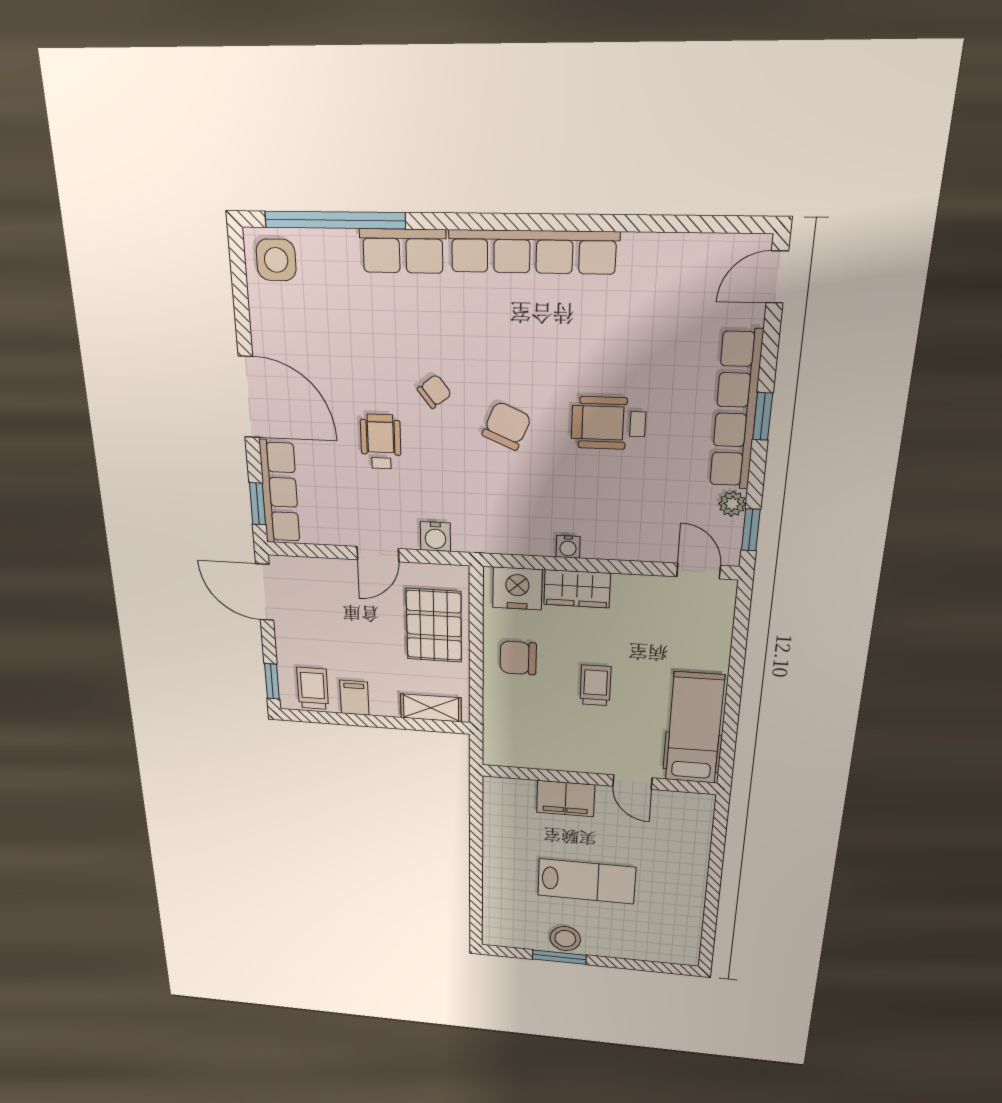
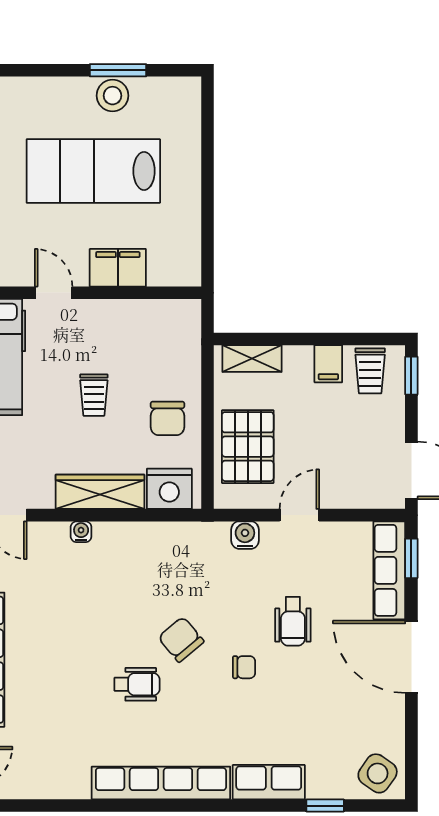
window: (335, 220) -> (325, 806), width x0.32
side table: (276, 260) -> (378, 773), turned 35
chair: (434, 391) -> (244, 667), turned -142
wheelchair: (608, 423) -> (137, 684), moved, width x0.73, depth x0.73
chair: (507, 426) -> (181, 639), turned 117
water cooler: (568, 547) -> (81, 532), moved
wardrobe: (577, 589) -> (100, 492), width x1.50
chair: (518, 658) -> (167, 418), turned 90
lab bench: (586, 881) -> (93, 171), width x1.36, depth x1.39

